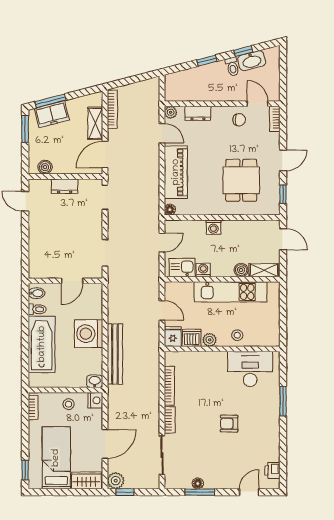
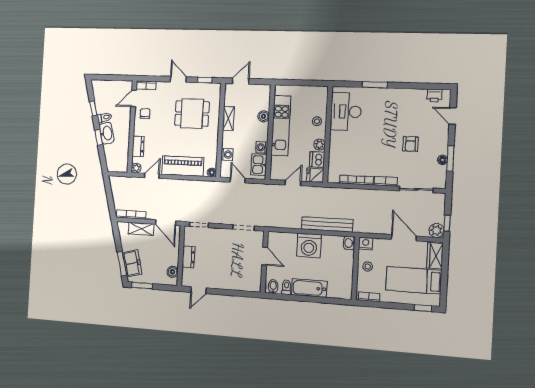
washbasin: (252, 61) -> (107, 133), moved
washing machine: (213, 227) -> (227, 155), moved
shelving: (264, 270) -> (228, 118), moved
bathtub: (42, 344) -> (309, 288), width x0.73, depth x0.73
armchair: (229, 424) -> (410, 144), moved

